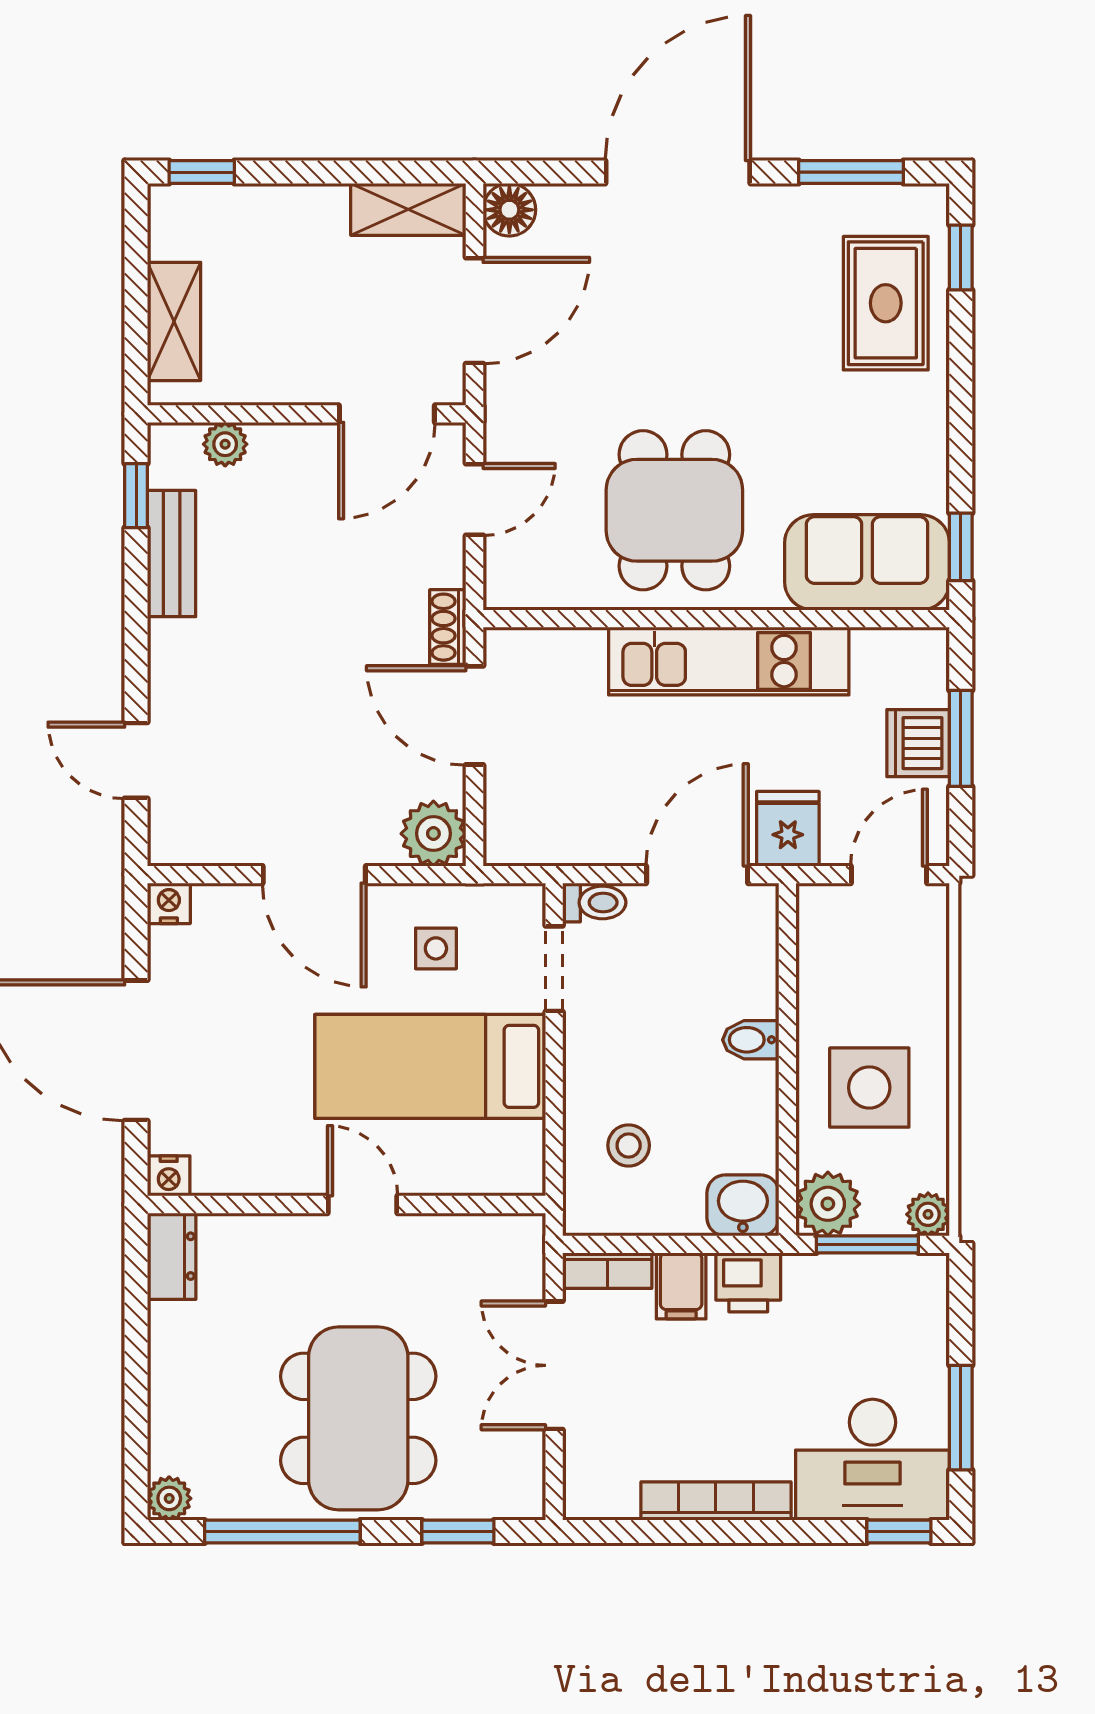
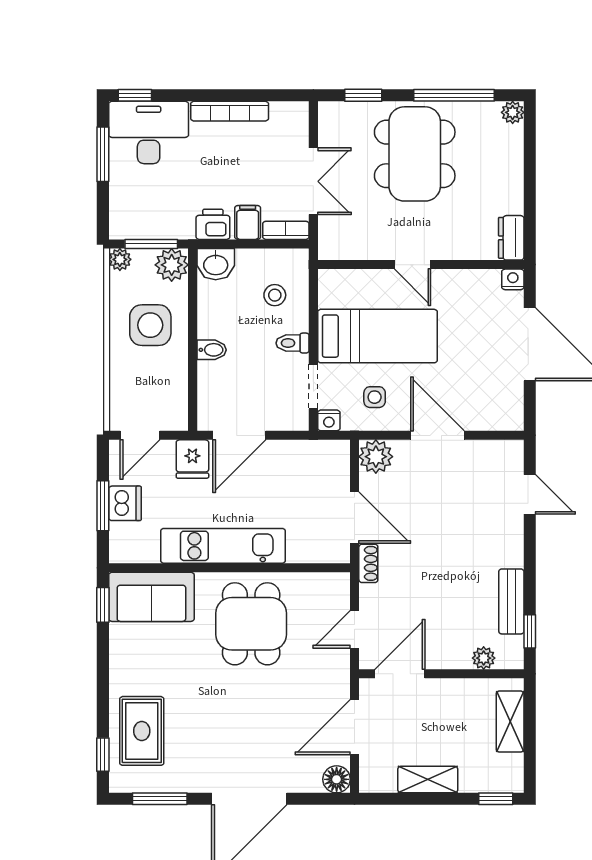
shelving: (408, 209) -> (428, 780), moved
toilet: (594, 902) -> (293, 343), moved
nightstand: (169, 903) -> (329, 420), moved

